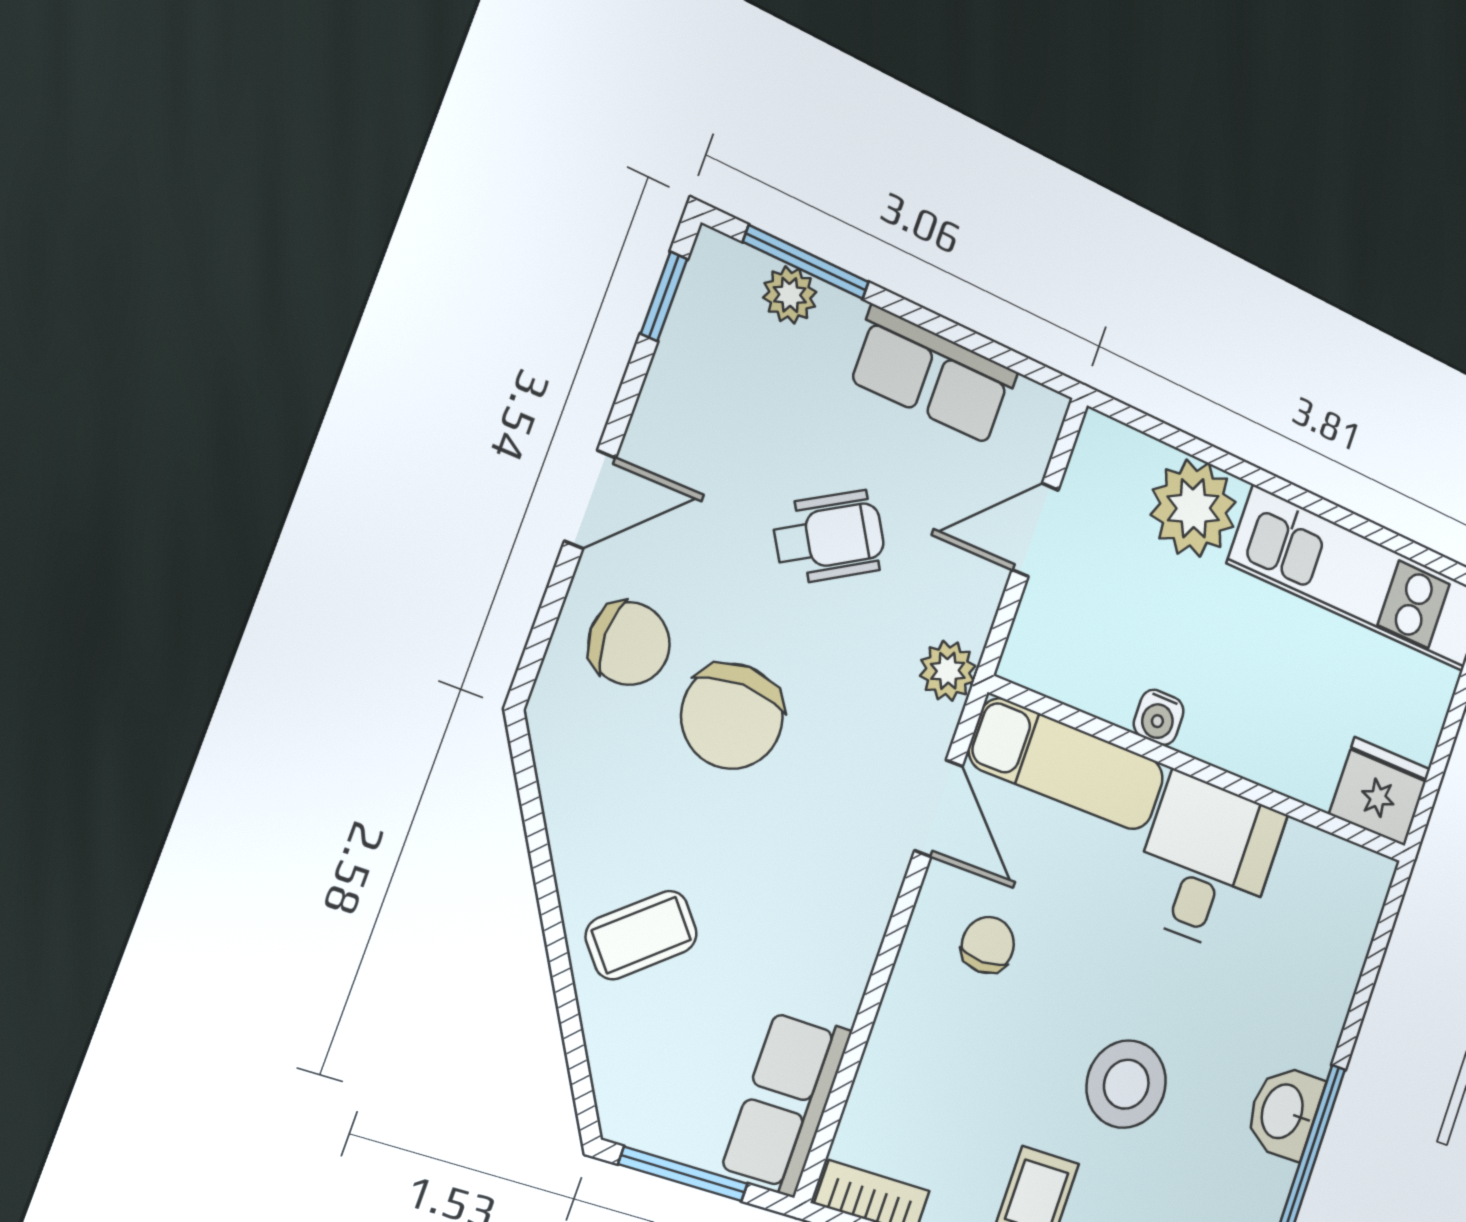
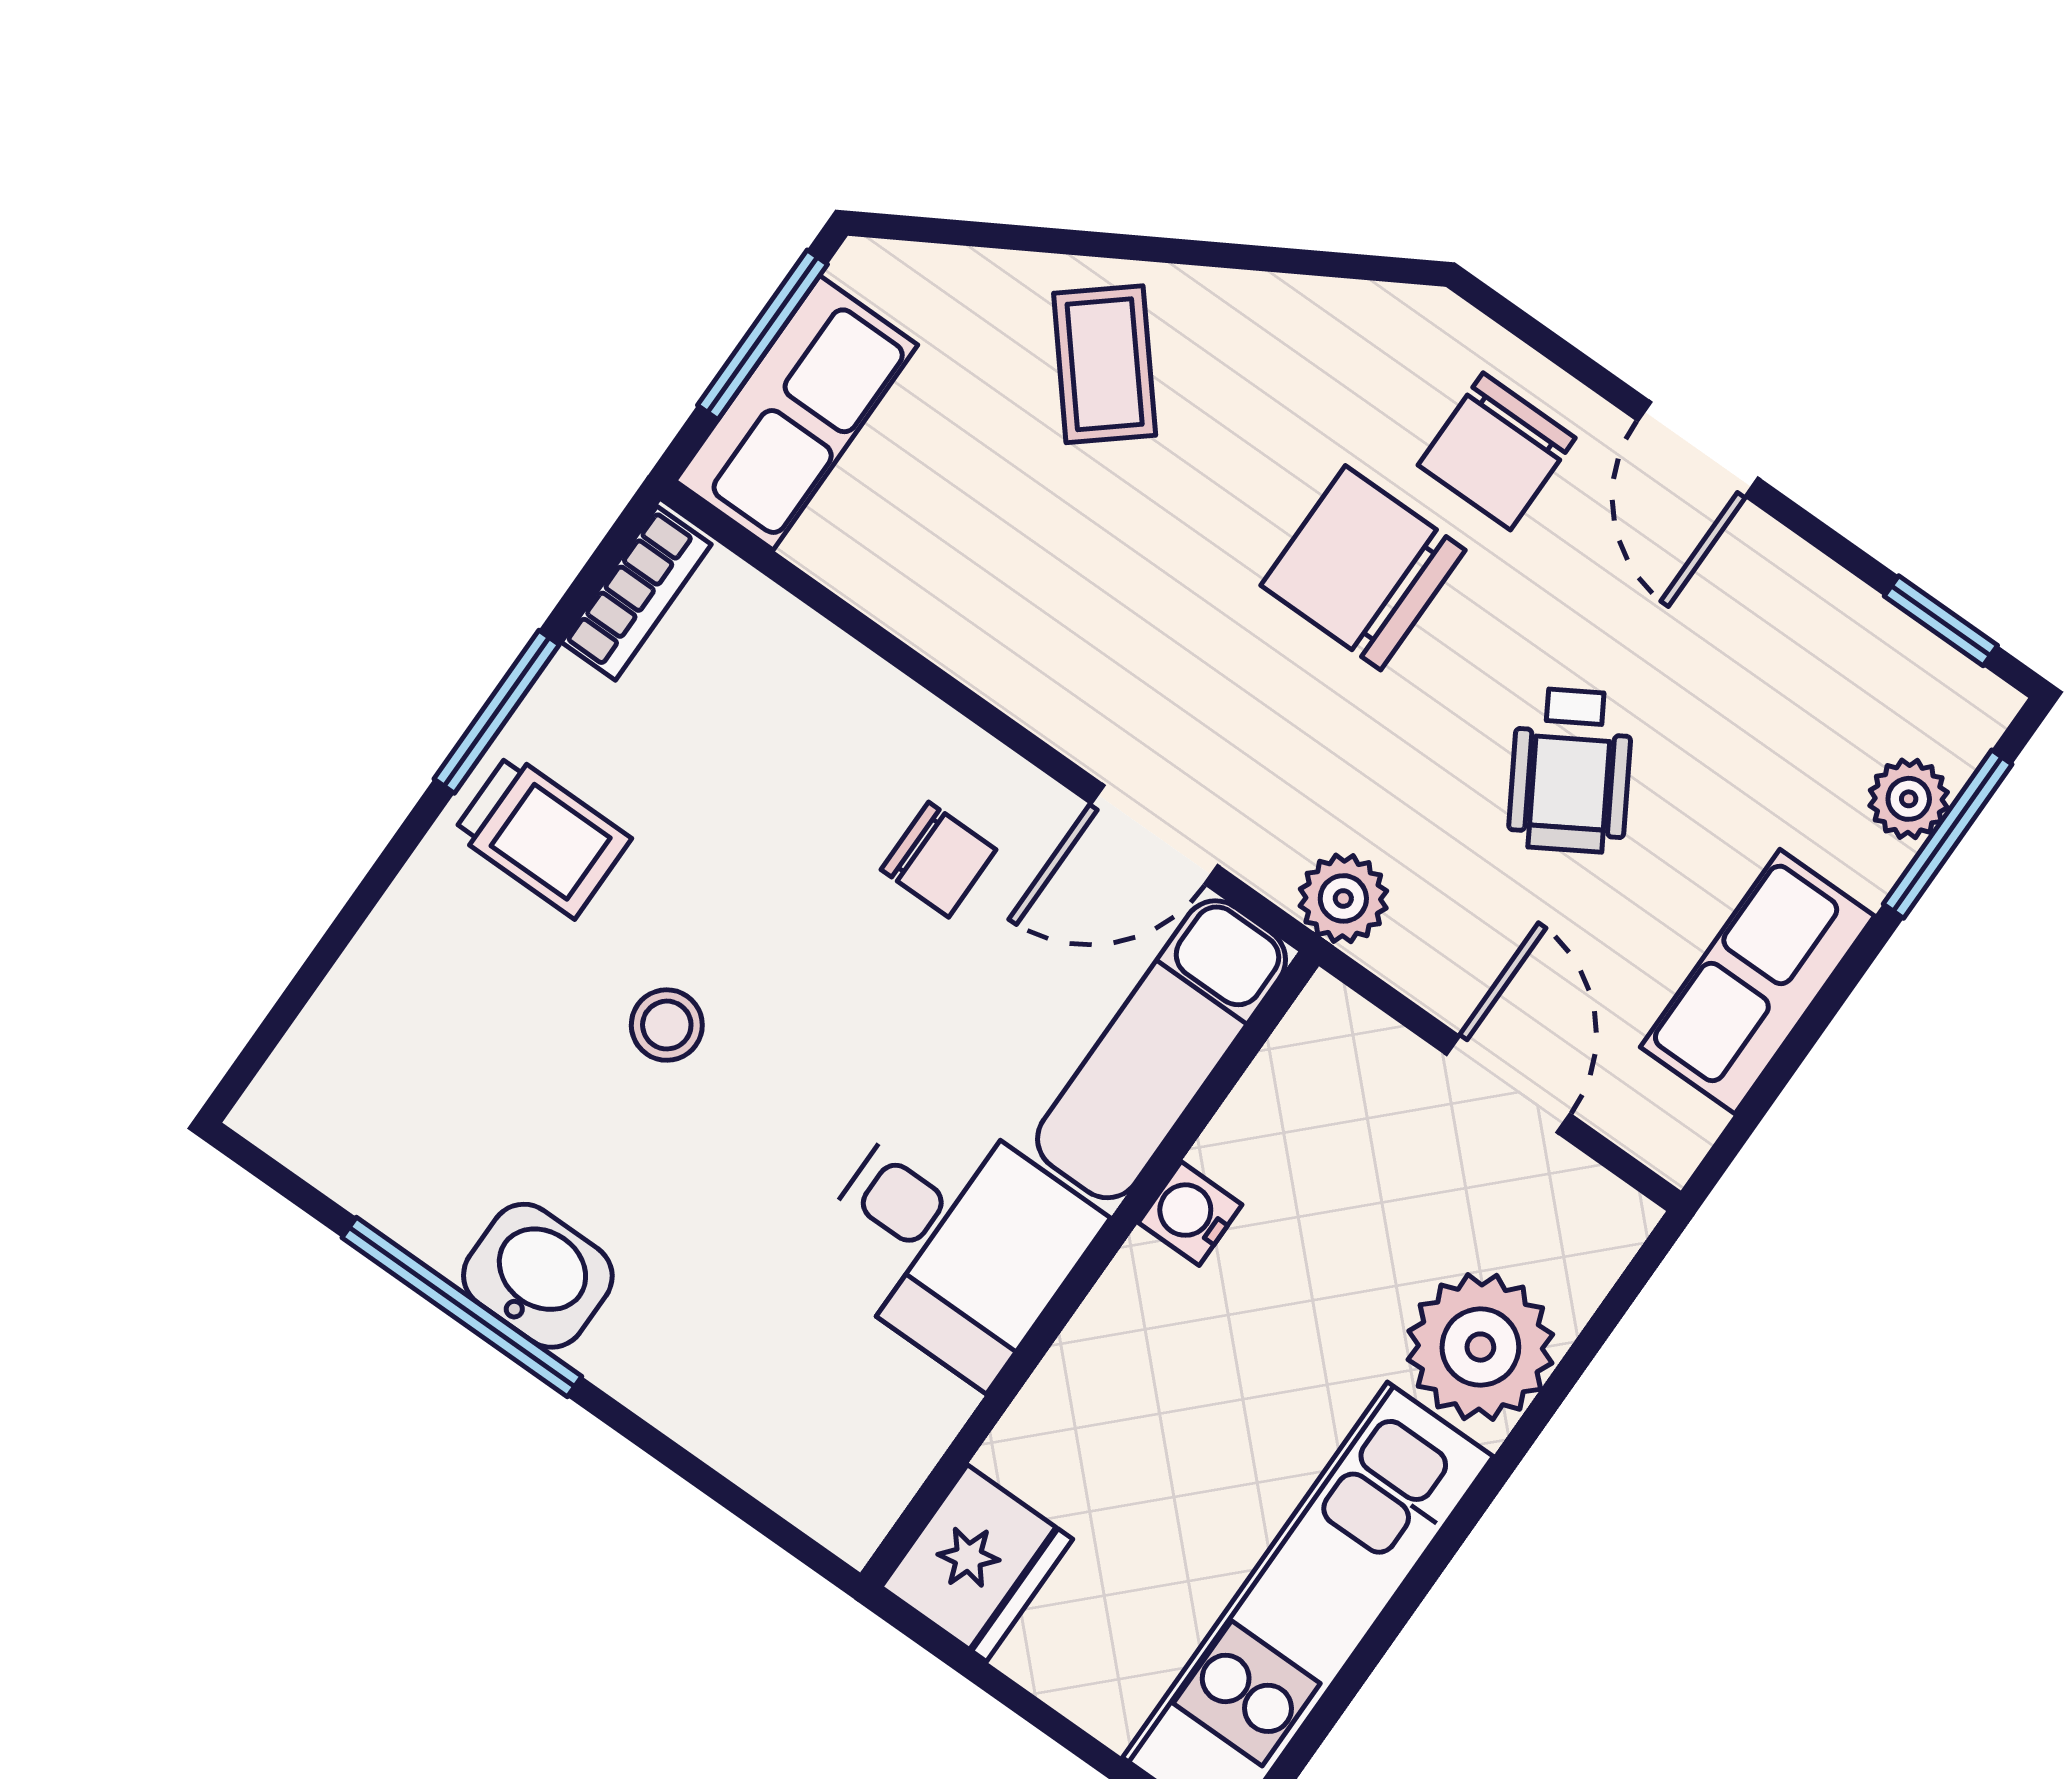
stool: (1126, 1084) -> (667, 1025), width x0.53, depth x0.53
row of seats: (786, 1102) -> (796, 413), moved, turned 90

